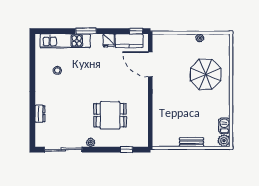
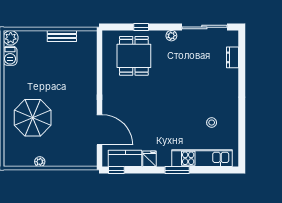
dresser: (40, 114) -> (233, 57), moved
dining table: (110, 115) -> (134, 56), moved, turned 90
bench: (192, 142) -> (62, 36), moved
window: (126, 150) -> (141, 27), moved

